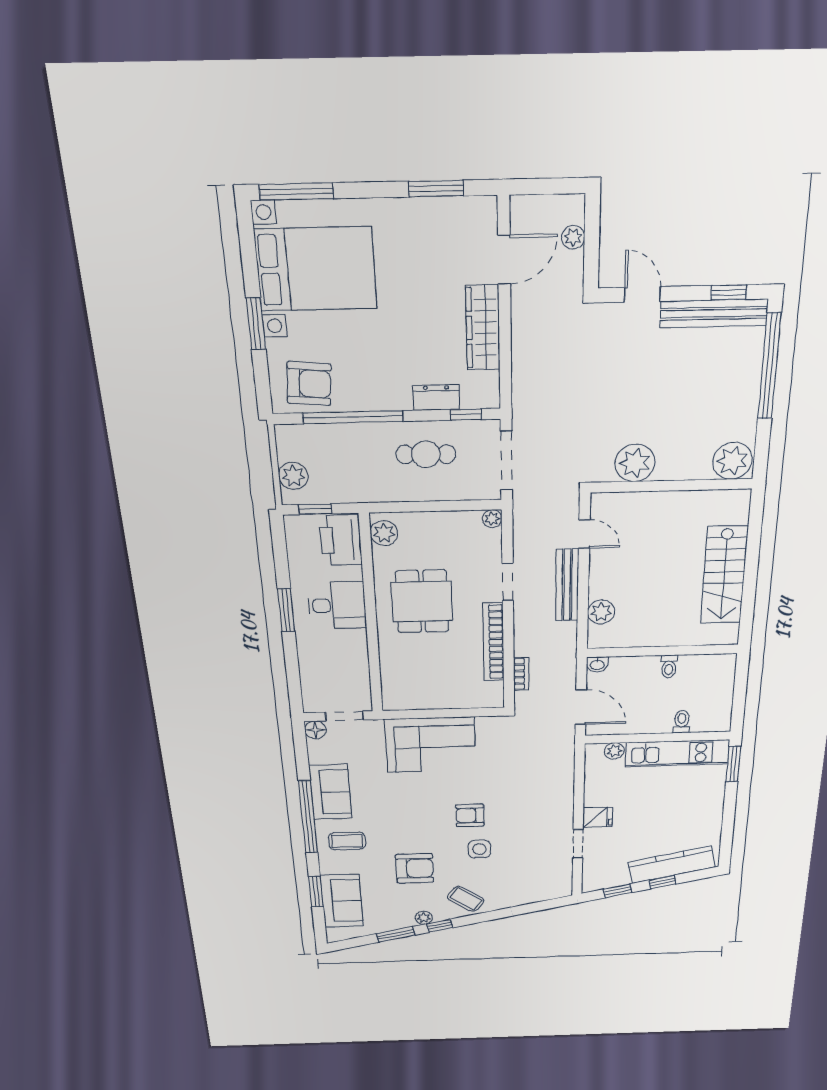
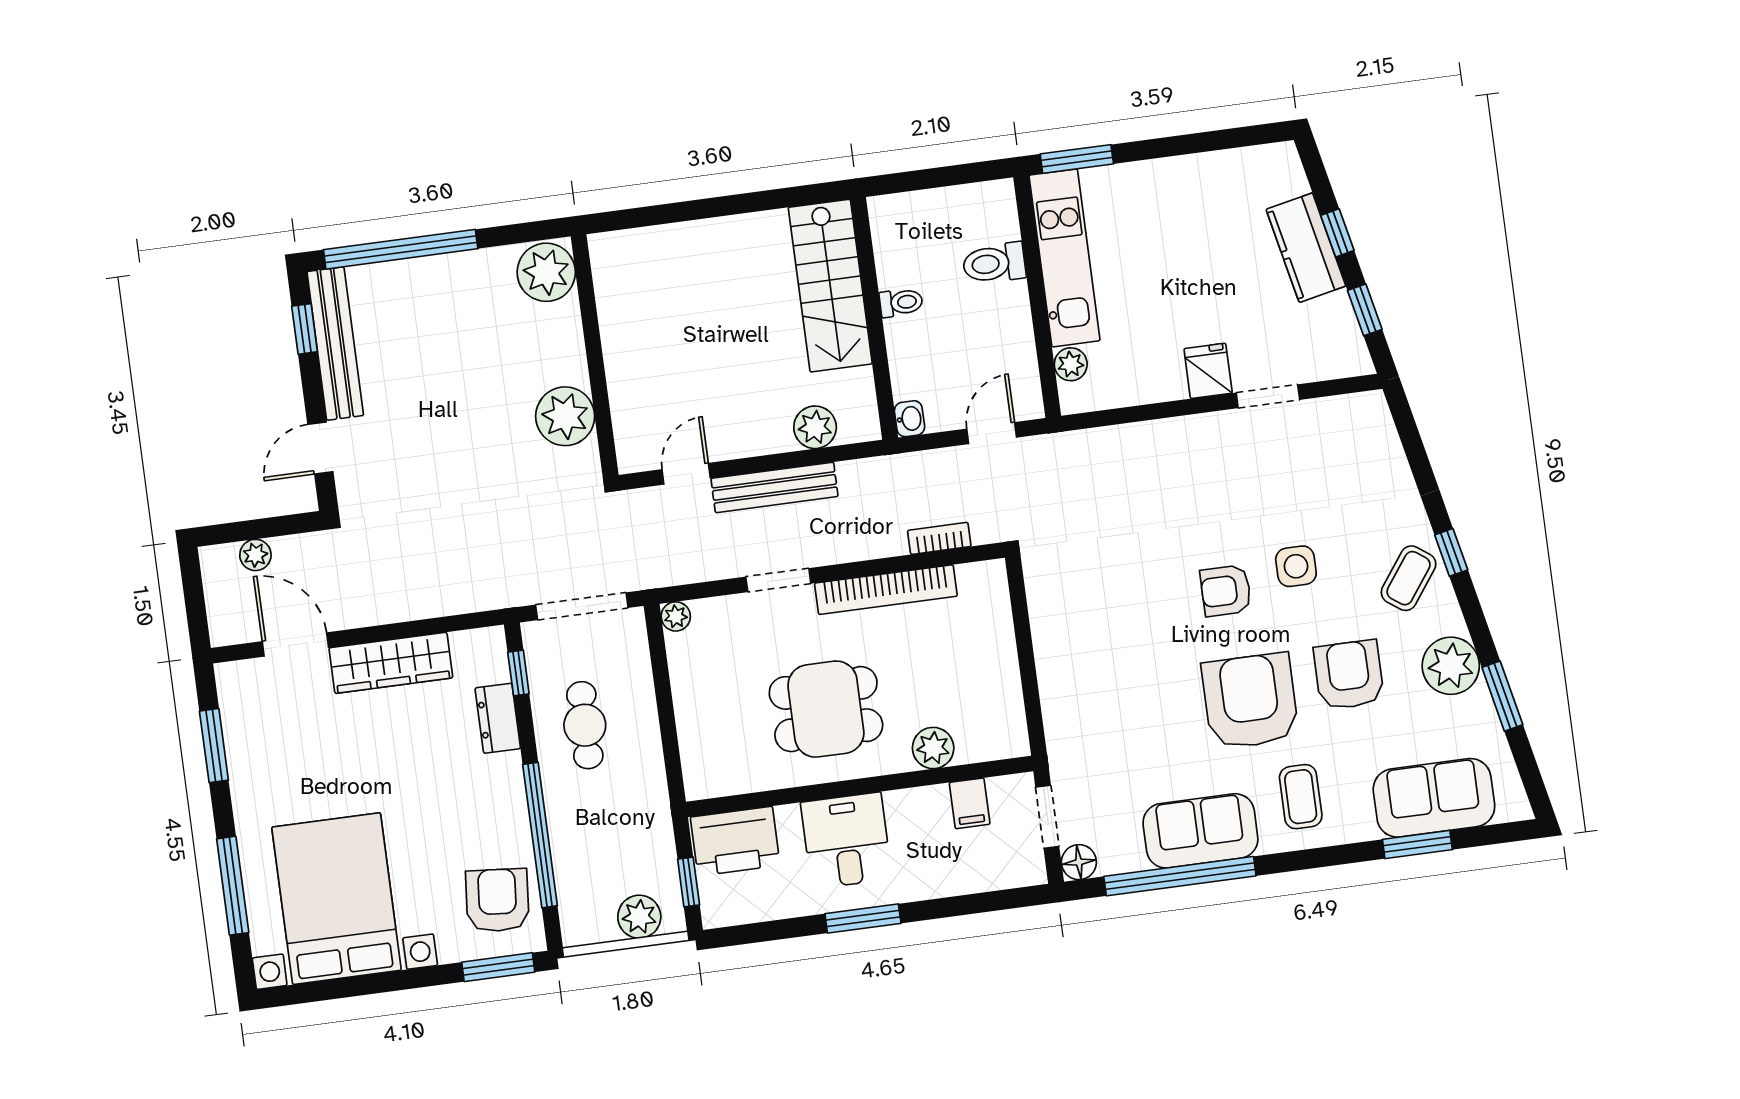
window: (296, 191) -> (233, 886), moved
window: (256, 324) -> (498, 967), moved
plant: (384, 533) -> (933, 748), moved
stairs: (724, 575) -> (830, 286), moved, turned 90
filing cabinet: (356, 676) -> (970, 803), added
door: (581, 707) -> (992, 433), width x0.73
toilet: (682, 722) -> (994, 263), width x1.37, depth x1.39
corner sofa: (430, 745) -> (1089, 671), removed
armchair: (470, 815) -> (1226, 591), turned 90
window: (308, 817) -> (1180, 876), moved
armchair: (404, 822) -> (1250, 701), added
kitchen counter: (671, 865) -> (1306, 248), width x0.67
plant: (424, 918) -> (1451, 666), width x1.88, depth x1.88
window: (440, 926) -> (1451, 552), moved

